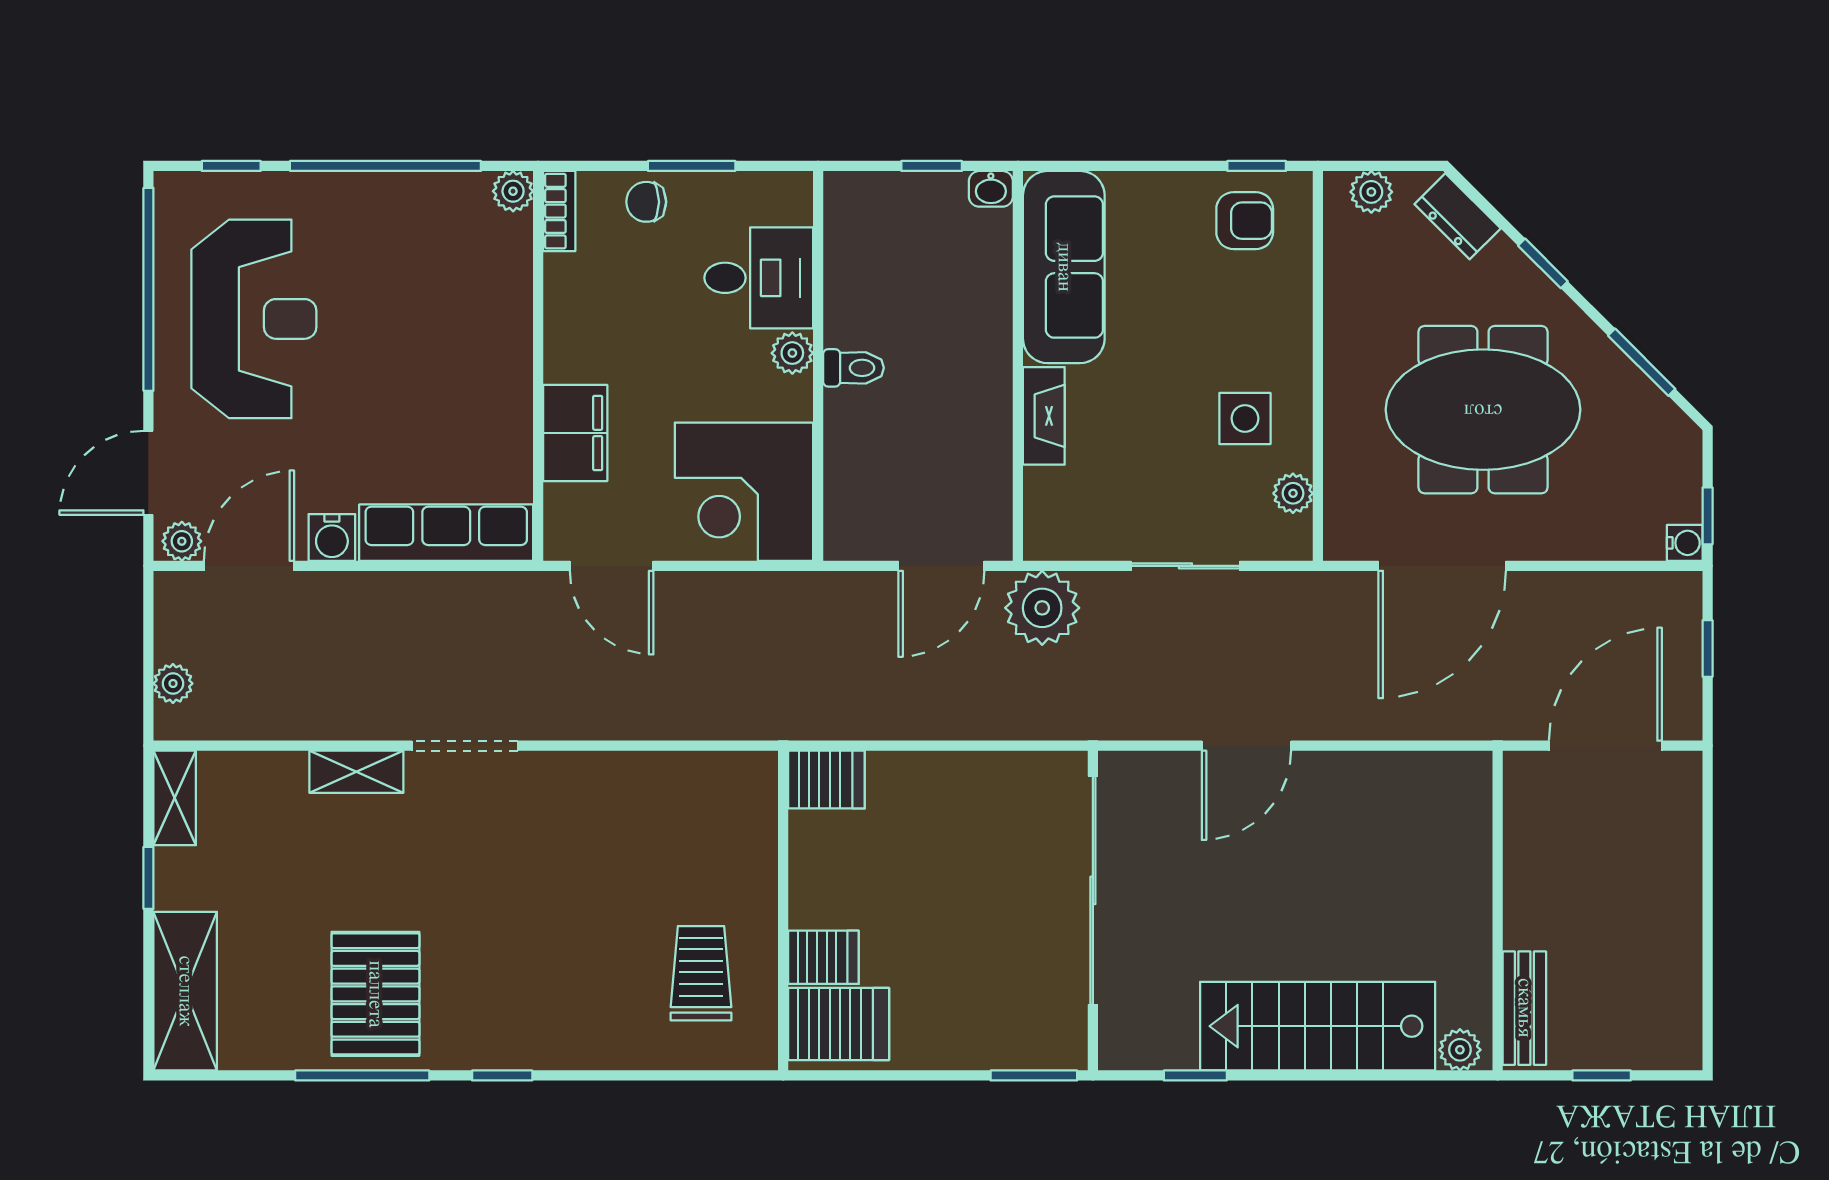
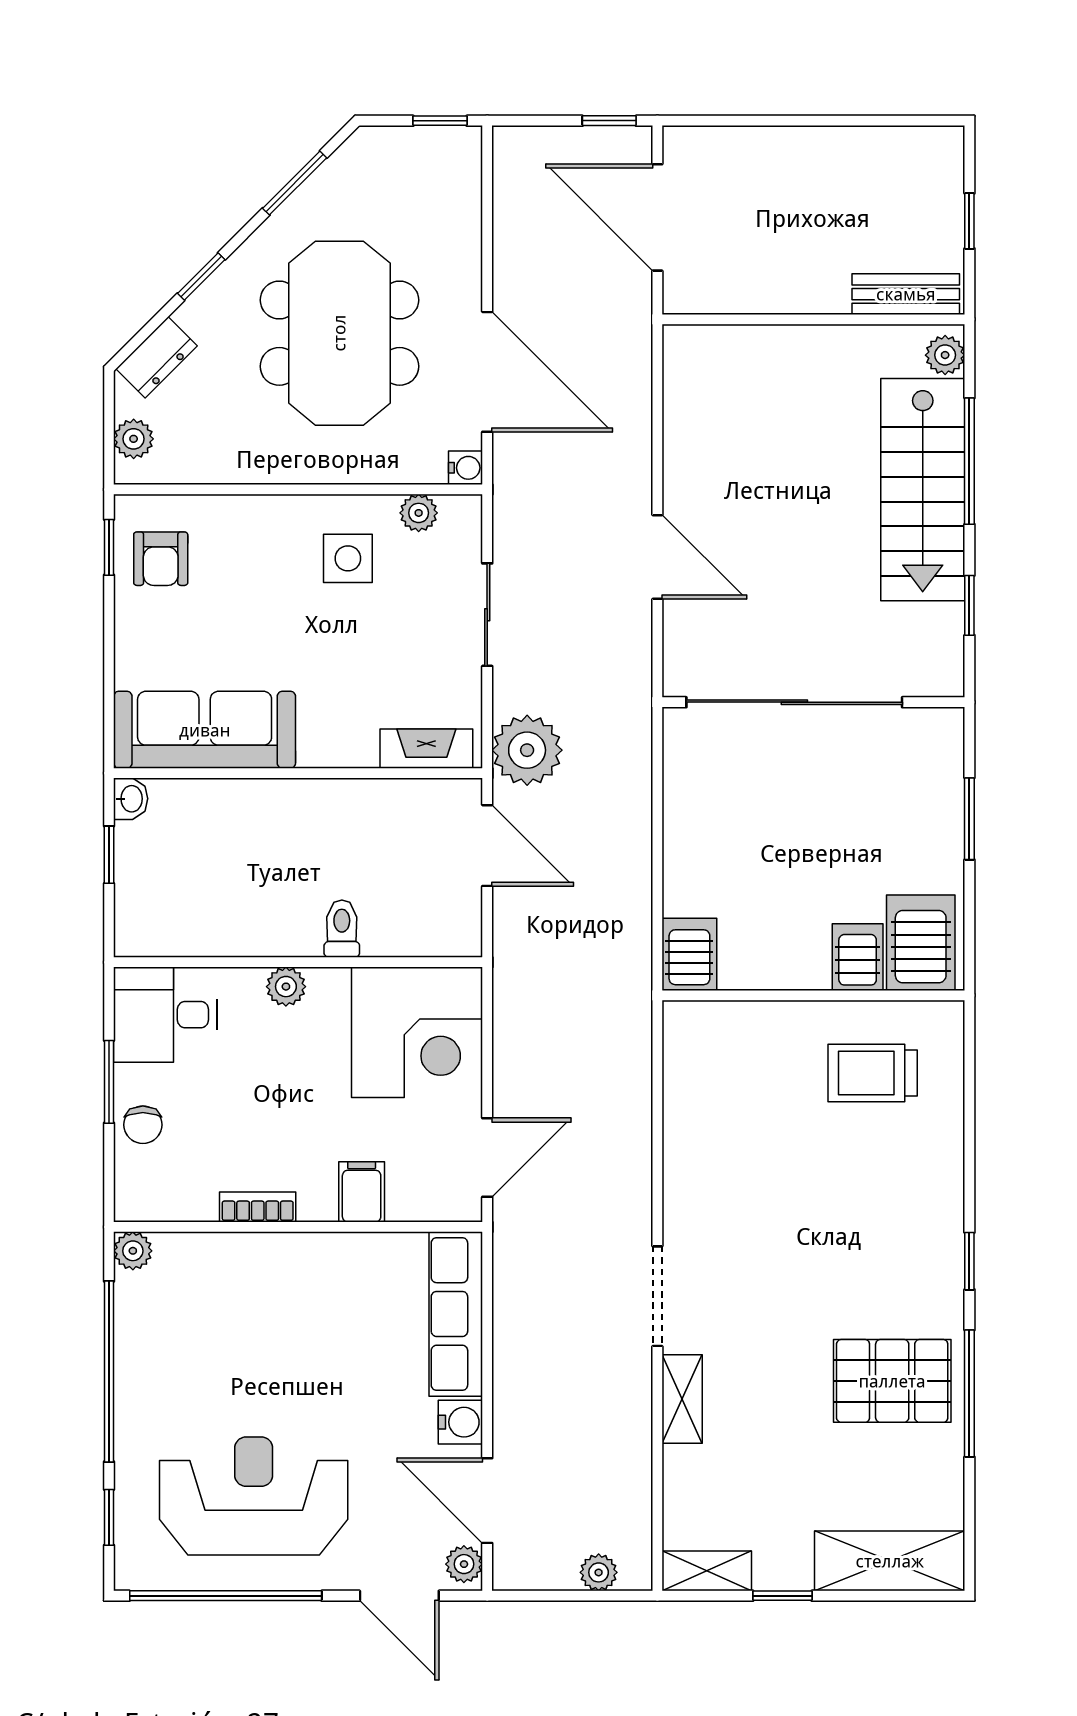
bookcase: (559, 211) -> (258, 1207), moved
armchair: (1245, 221) -> (161, 559), turned 180
desk: (759, 278) -> (165, 1015), moved, turned -90
toilet: (853, 368) -> (342, 929), moved
fireplace: (1044, 416) -> (426, 749), moved
filing cabinet: (575, 433) -> (362, 1192), width x0.50
water cooler: (1685, 543) -> (466, 468), moved, turned 90
window: (1708, 648) -> (609, 121), moved
window: (1034, 1075) -> (969, 819), moved
window: (1348, 1075) -> (969, 461), added

